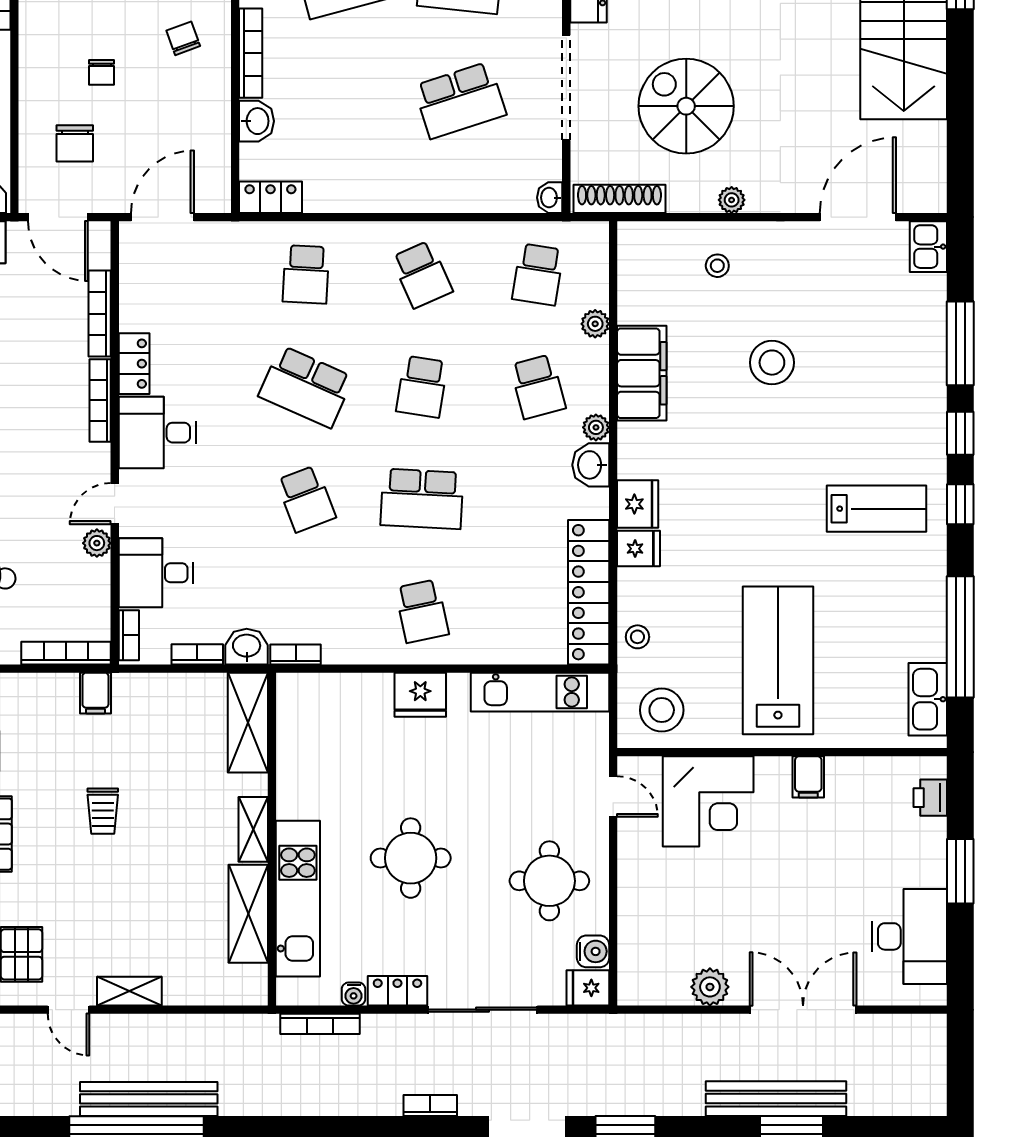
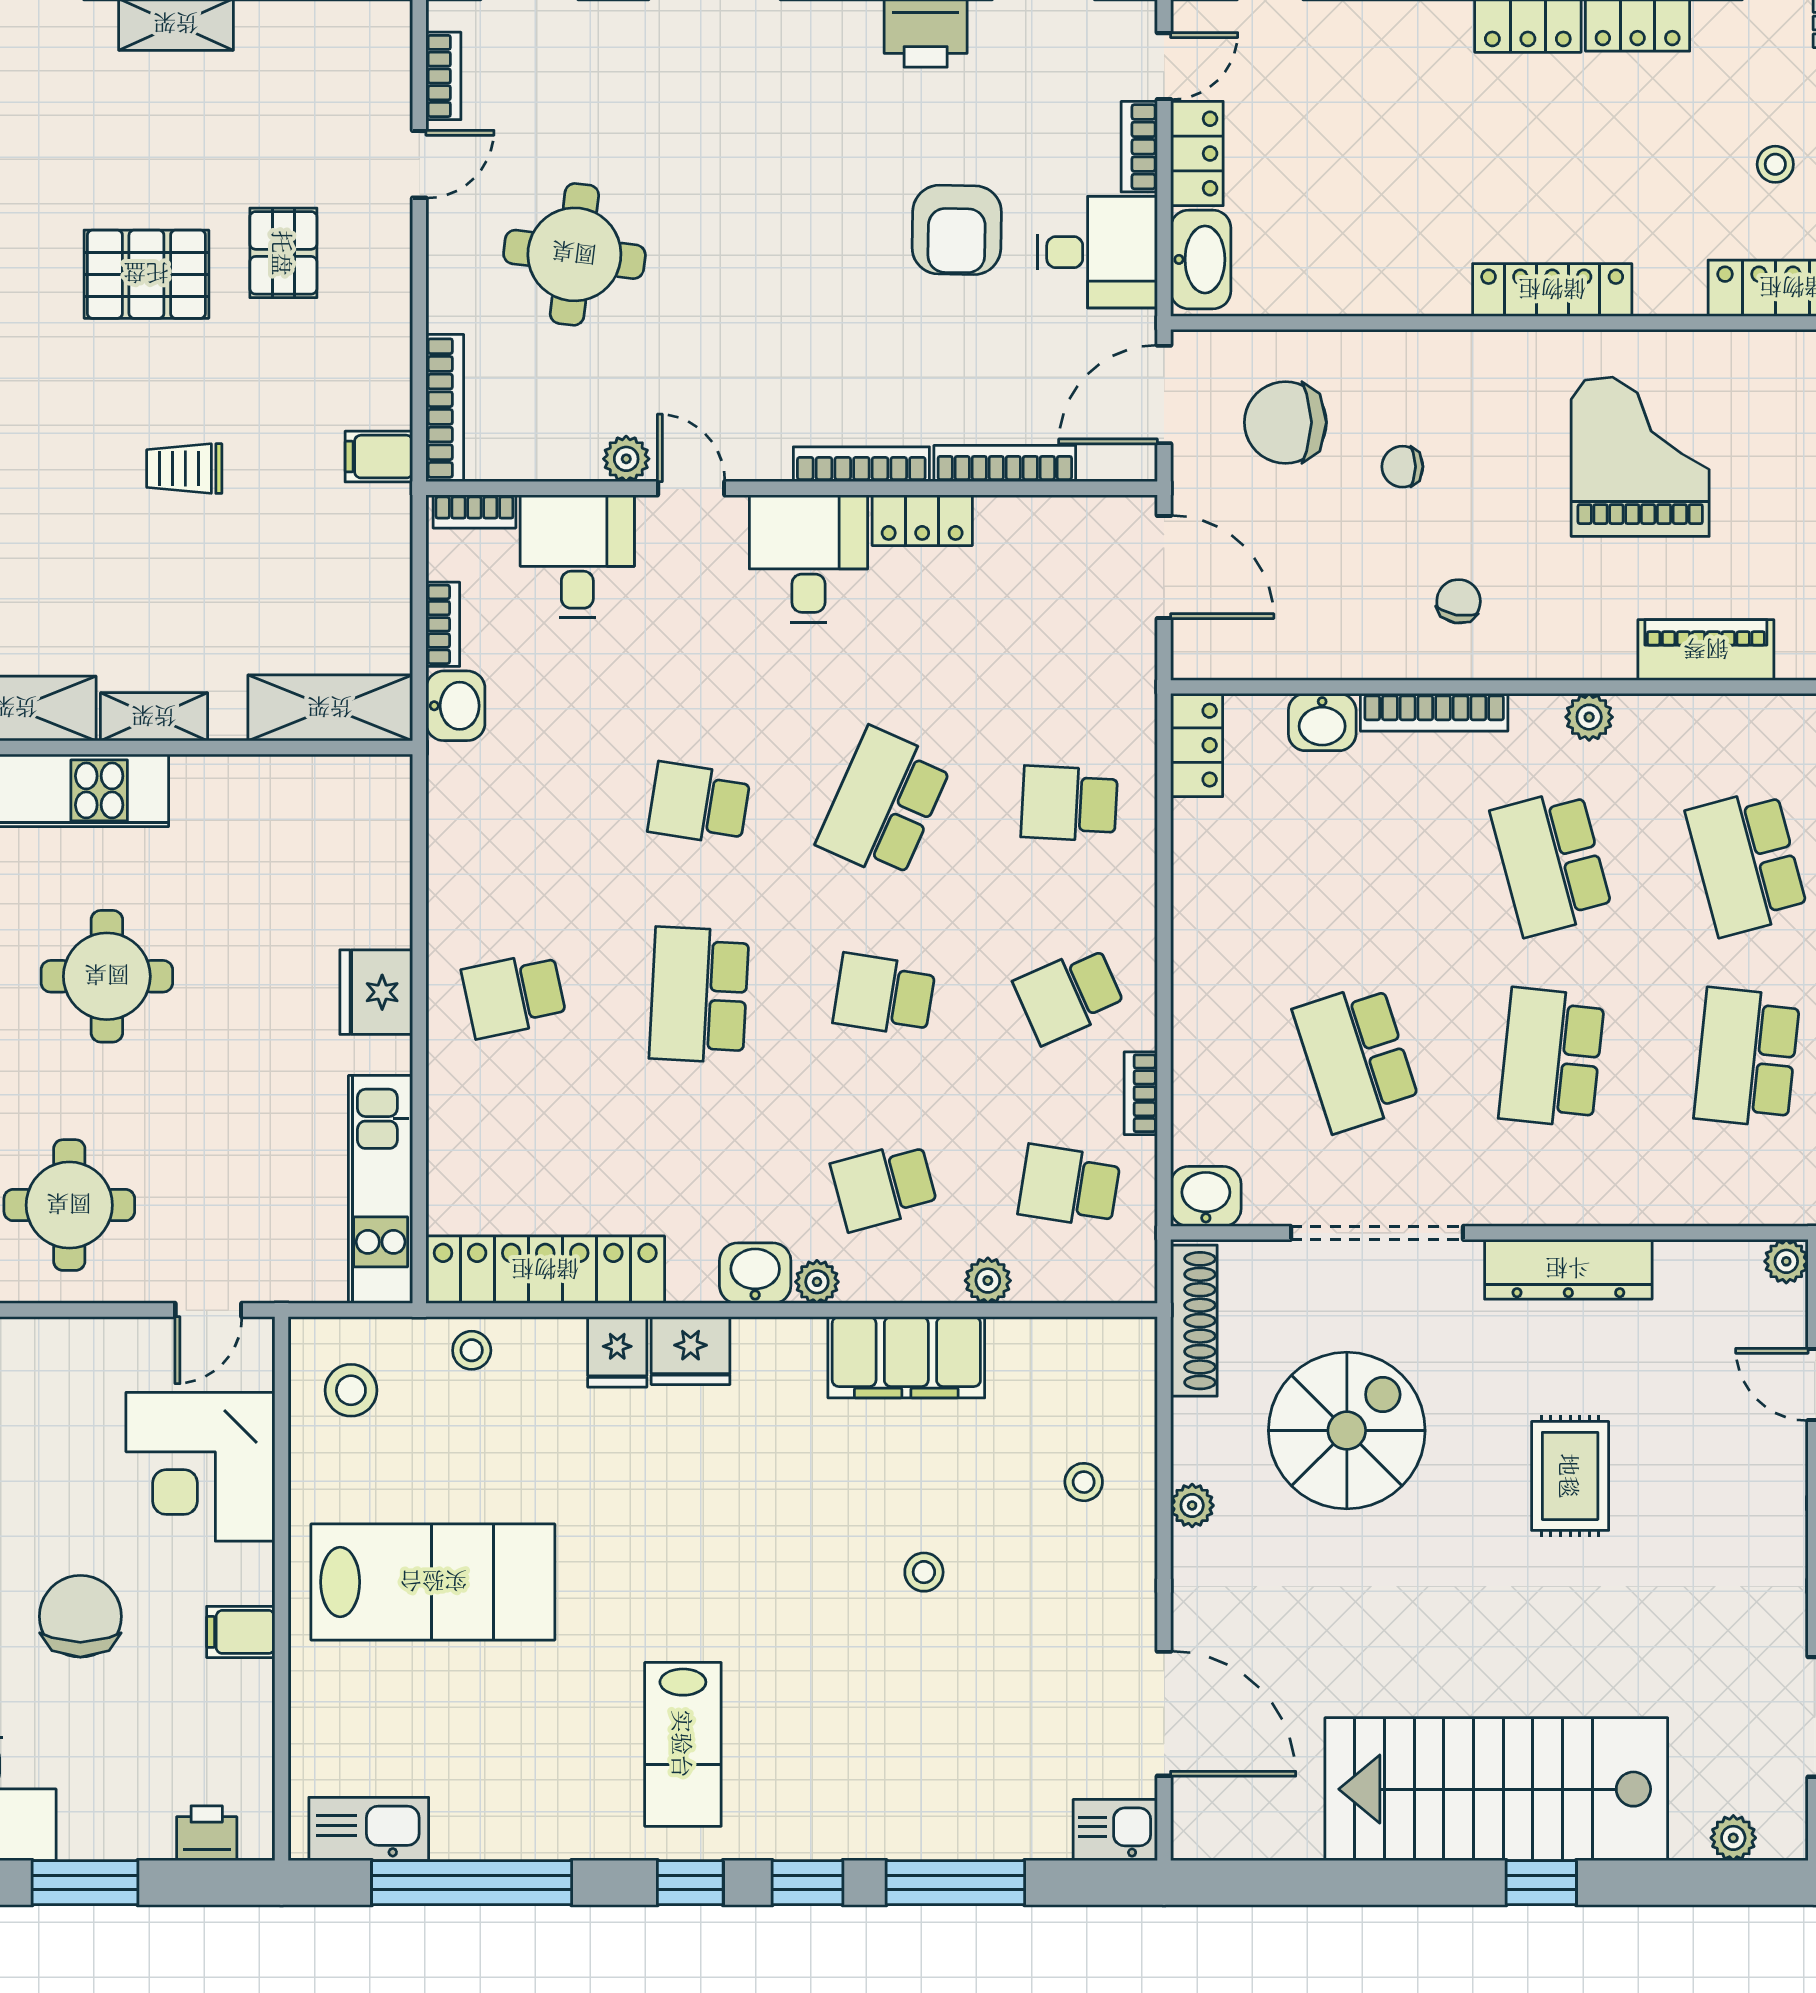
chair: (183, 38) -> (1459, 601), turned -60
chair: (75, 143) -> (1285, 422), width x1.37, depth x1.37
washbasin: (550, 198) -> (1206, 1196), width x1.38, depth x1.45
stool: (772, 363) -> (924, 1572), width x0.53, depth x0.53
school desk: (306, 499) -> (699, 804), turned 30
bookcase: (296, 654) -> (1141, 1093), moved, turned 180
stool: (662, 710) -> (351, 1390), width x0.73, depth x0.73
chair: (799, 874) -> (80, 1616), added

